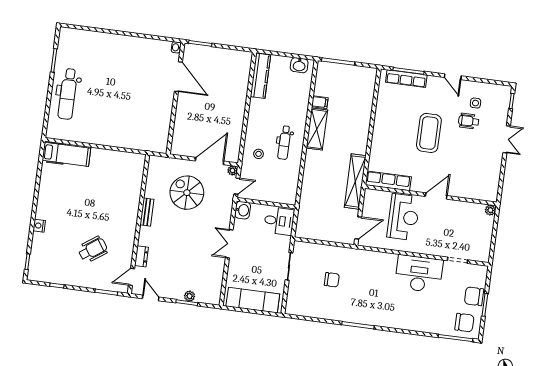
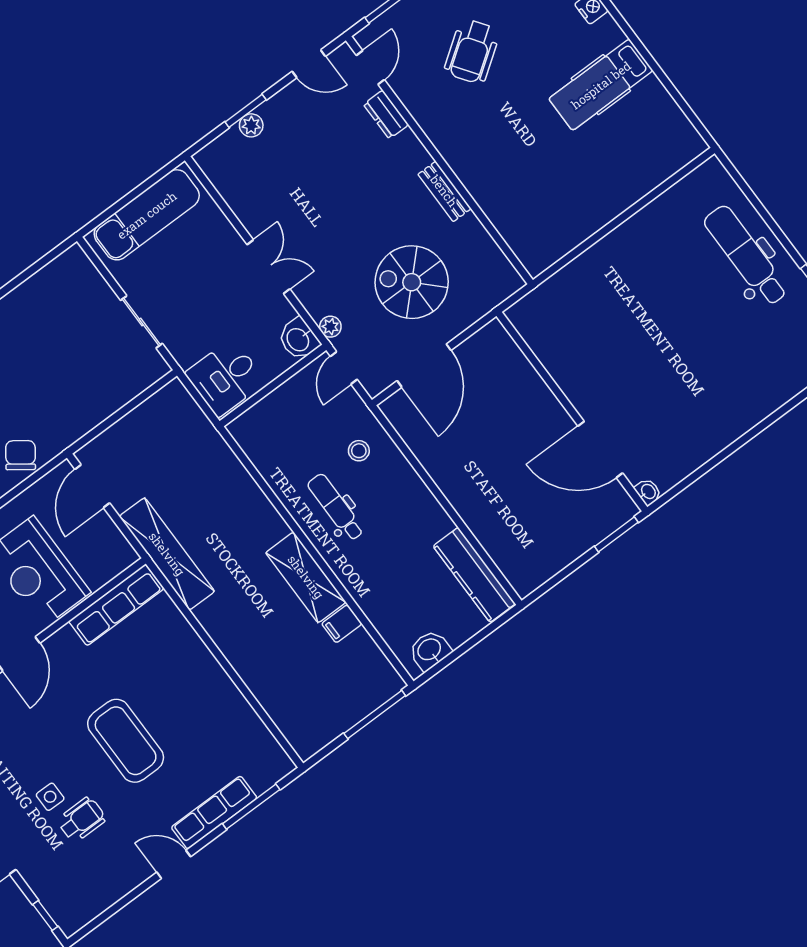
row of seats: (406, 79) -> (214, 813), moved
side table: (475, 103) -> (50, 797), moved
hospital bed: (66, 154) -> (601, 85), moved
plant: (232, 171) -> (330, 327), moved
spiral stairs: (187, 193) -> (412, 282), turned 180
chair: (332, 280) -> (21, 455), moved, turned 126

